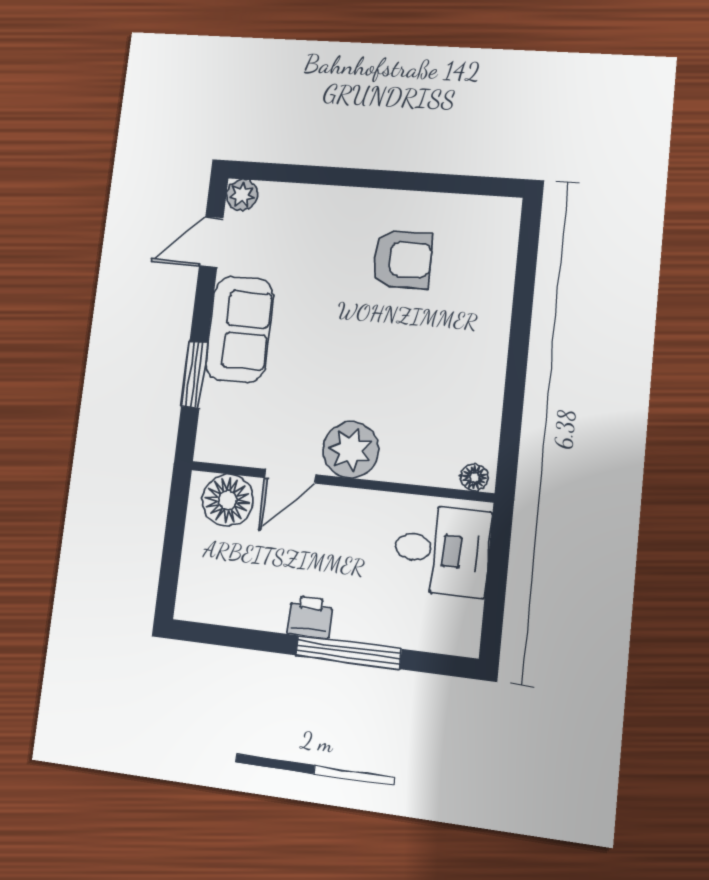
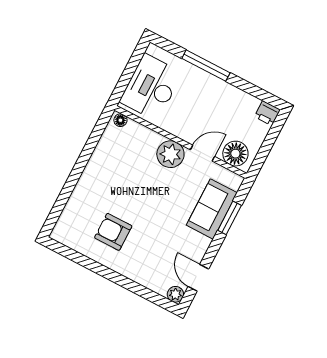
door: (211, 242) -> (198, 278), swing flipped
sofa: (239, 330) -> (212, 209), moved
desk: (442, 550) -> (151, 87), width x1.37
printer: (310, 617) -> (267, 113), moved

